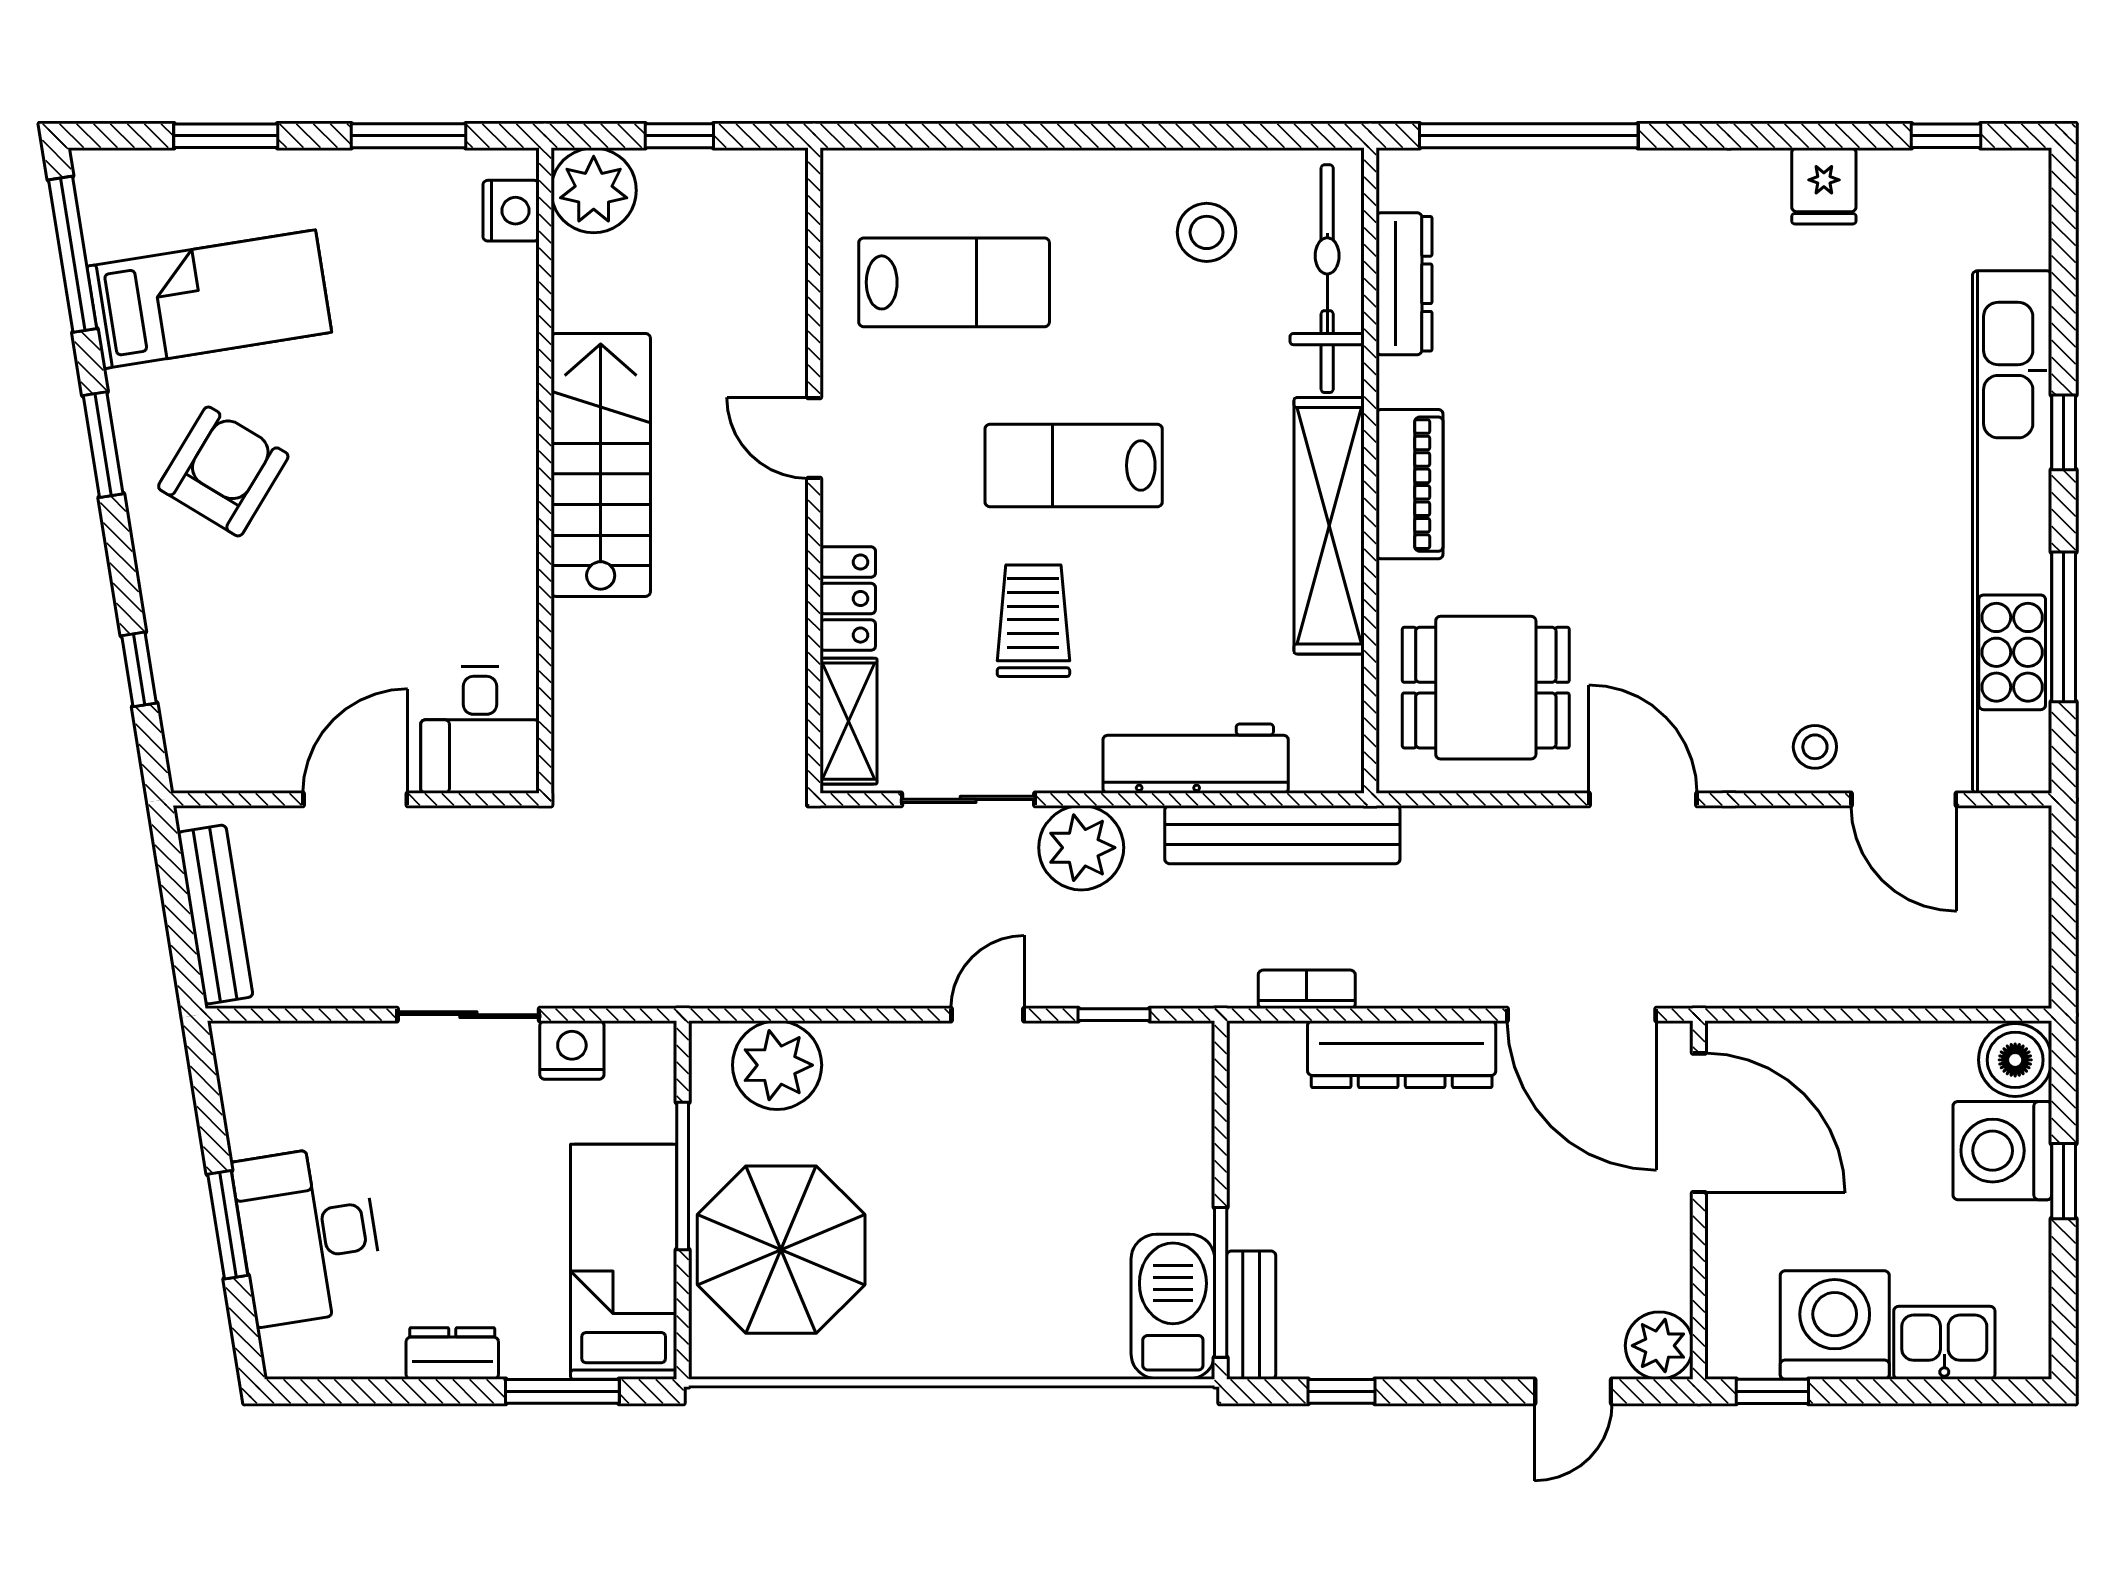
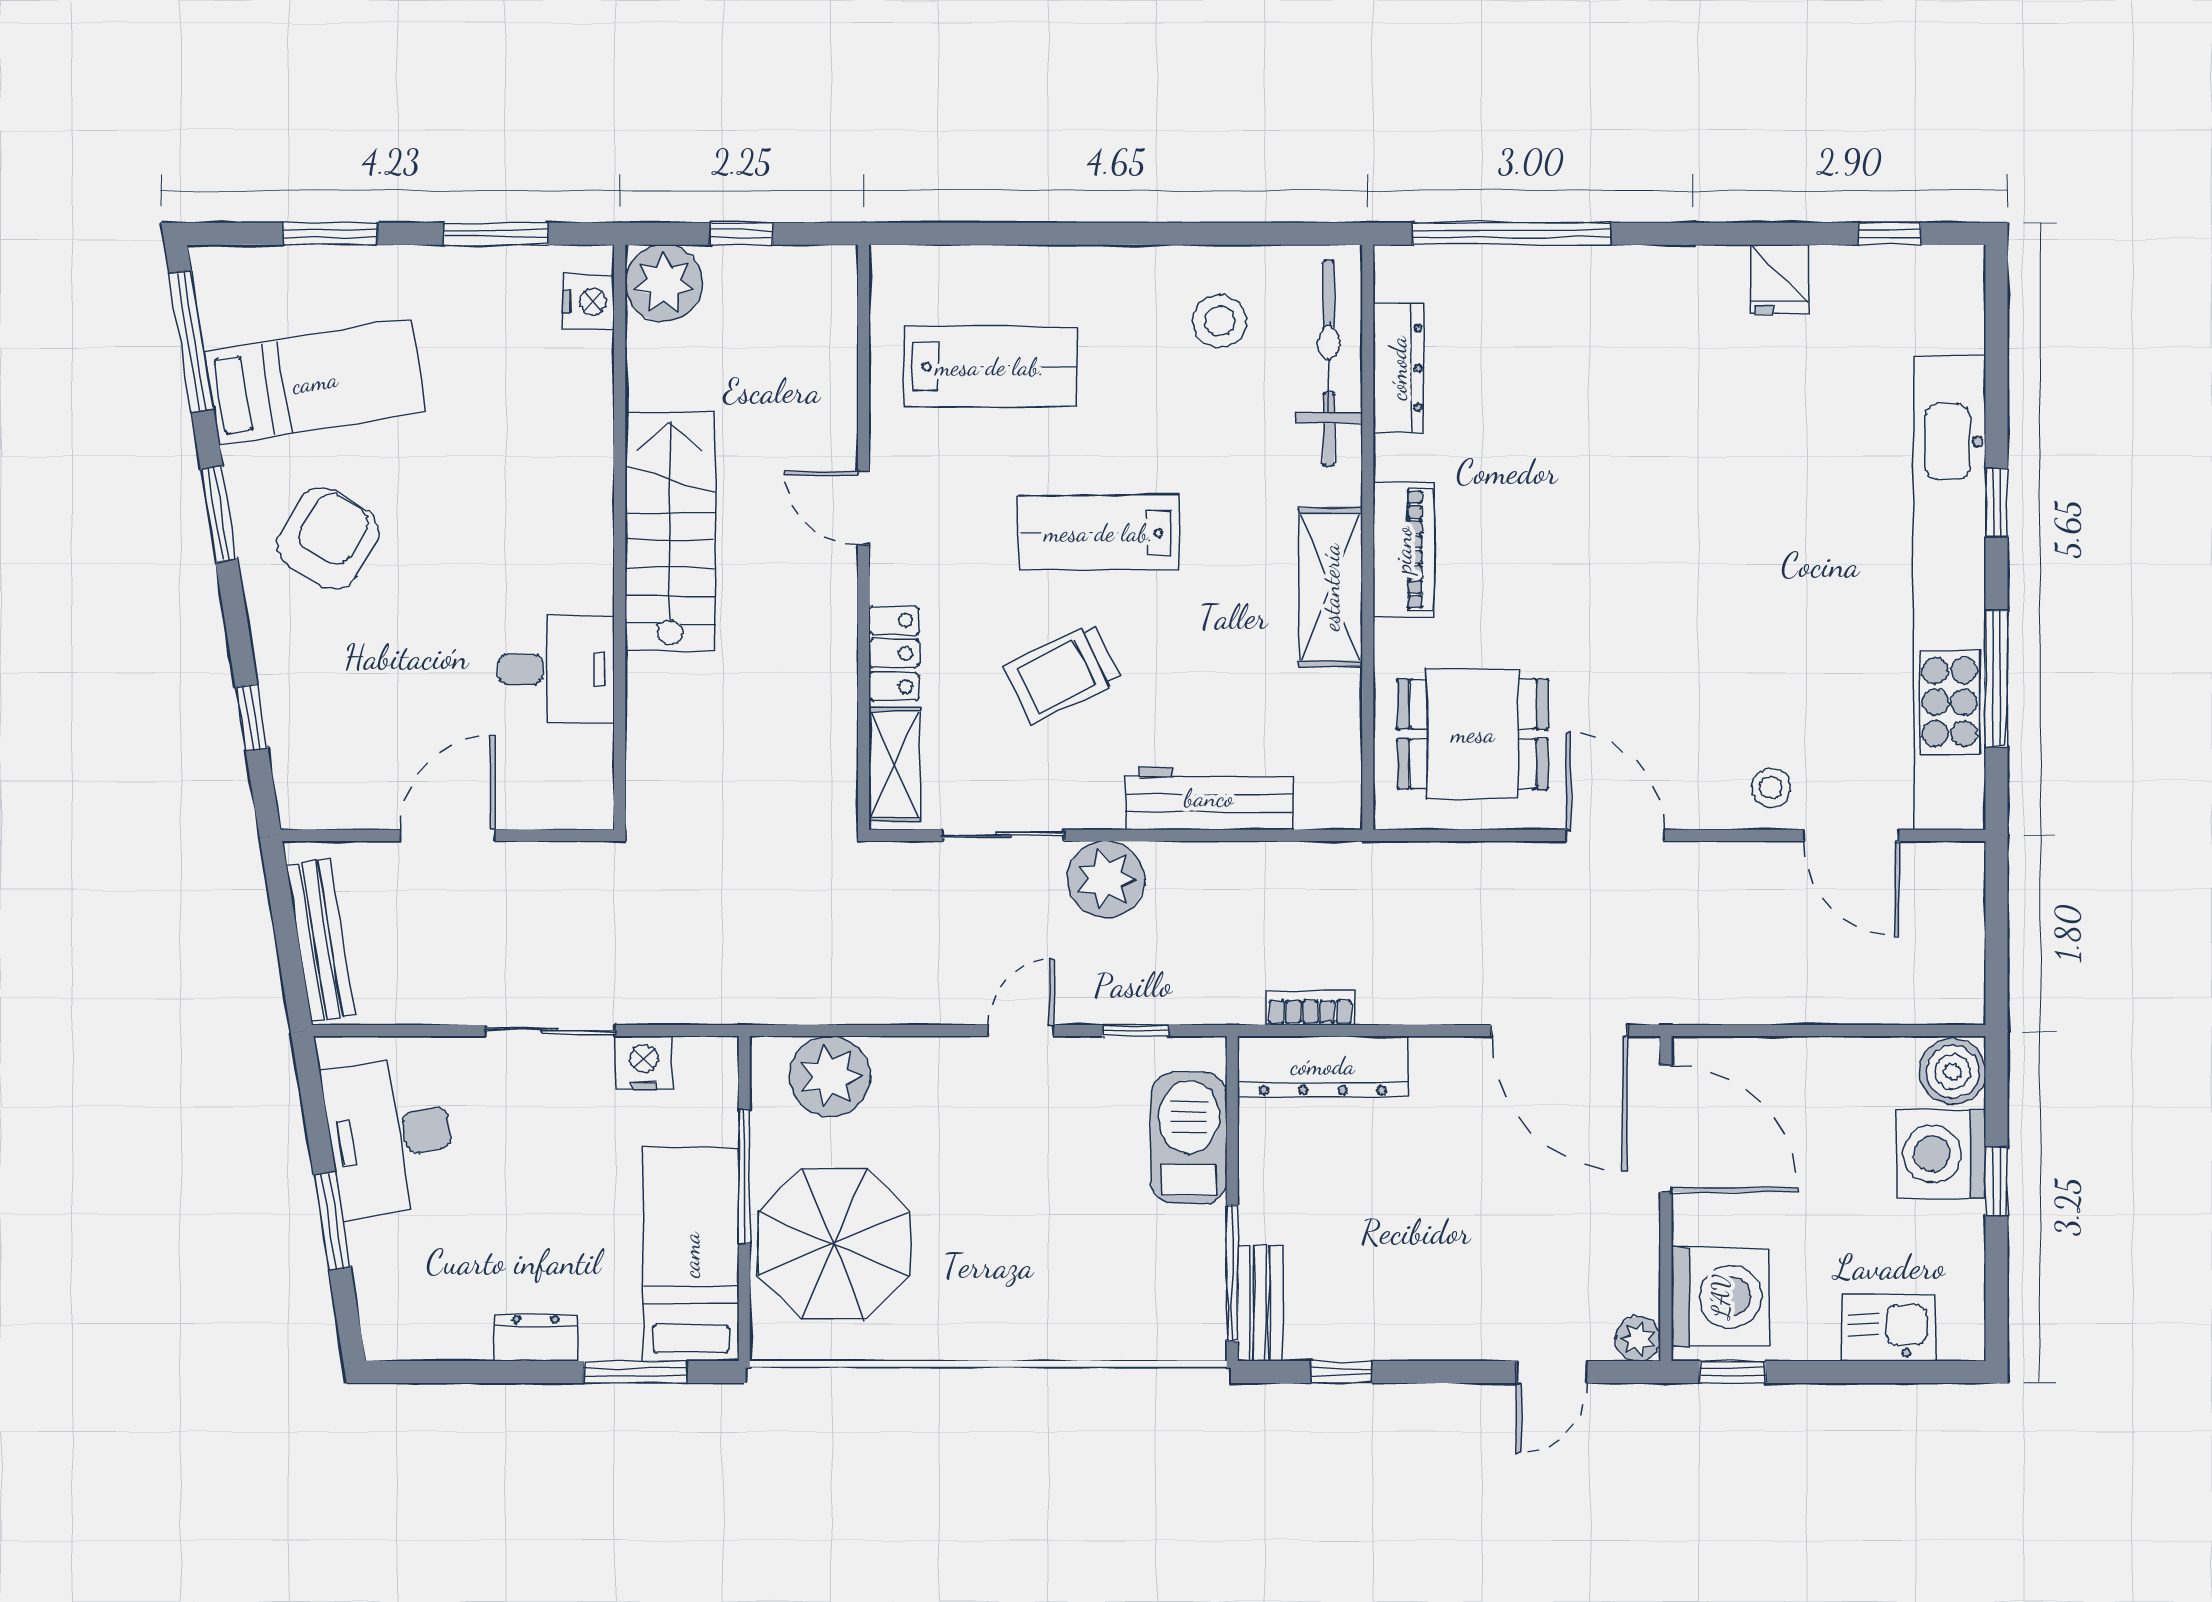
shelving: (1329, 526) -> (1331, 587), width x0.68
trolley: (1033, 621) -> (1062, 673), turned -116
desk: (480, 730) -> (556, 669), moved, turned -90
bench: (1282, 835) -> (1288, 867), removed
dresser: (1402, 1054) -> (1323, 1066), moved
desk: (308, 1235) -> (390, 1136), moved
barbecue: (1173, 1306) -> (1189, 1138), moved
washing machine: (1835, 1325) -> (1721, 1297), moved, turned 90
plant: (1659, 1346) -> (1638, 1339), width x0.73, depth x0.73

